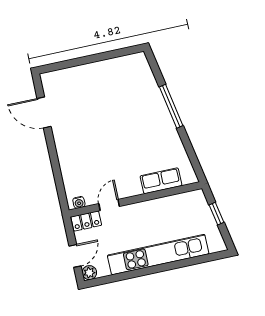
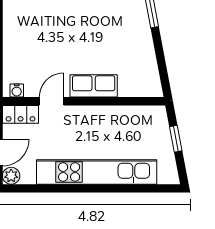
row of seats: (161, 181) -> (94, 86), moved

